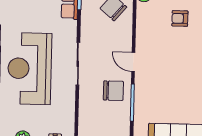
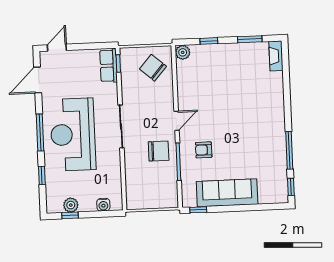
armchair: (180, 18) -> (204, 150), moved
door: (133, 62) -> (177, 121), swing flipped

